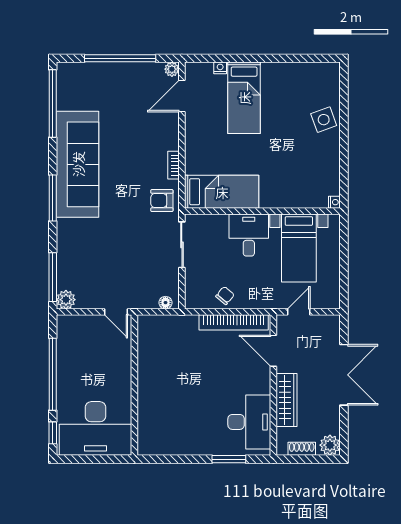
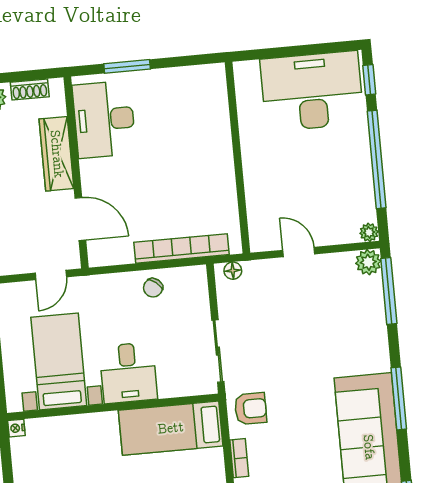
plant: (63, 321) -> (369, 232), added
bookcase: (234, 322) -> (182, 248), moved
wall: (134, 385) -> (237, 158), moved

